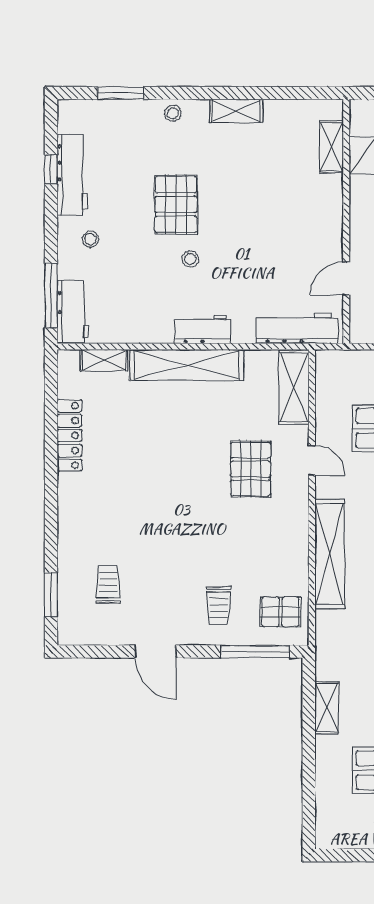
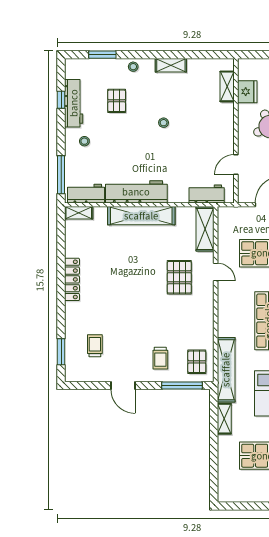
pallet: (176, 205) -> (117, 101), moved, width x0.67, depth x0.71
stool: (190, 259) -> (164, 123), moved
workbench: (73, 312) -> (86, 194), moved, turned -90
workbench: (297, 328) -> (207, 194), width x0.73
workbench: (203, 329) -> (136, 192), width x1.88, depth x1.32
shelving: (104, 360) -> (79, 213), moved
locker: (69, 435) -> (72, 279), moved
shelving: (330, 554) -> (226, 370), moved
pallet: (280, 612) -> (197, 362), turned 90

